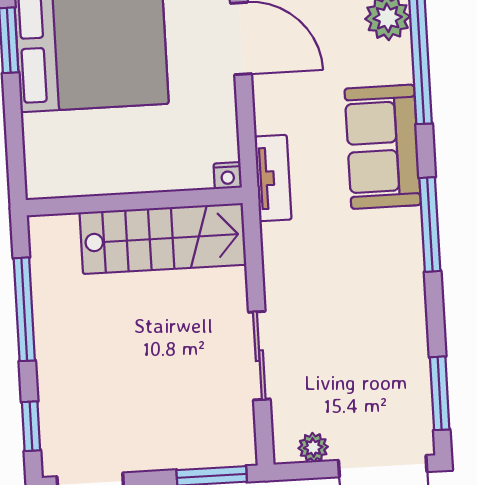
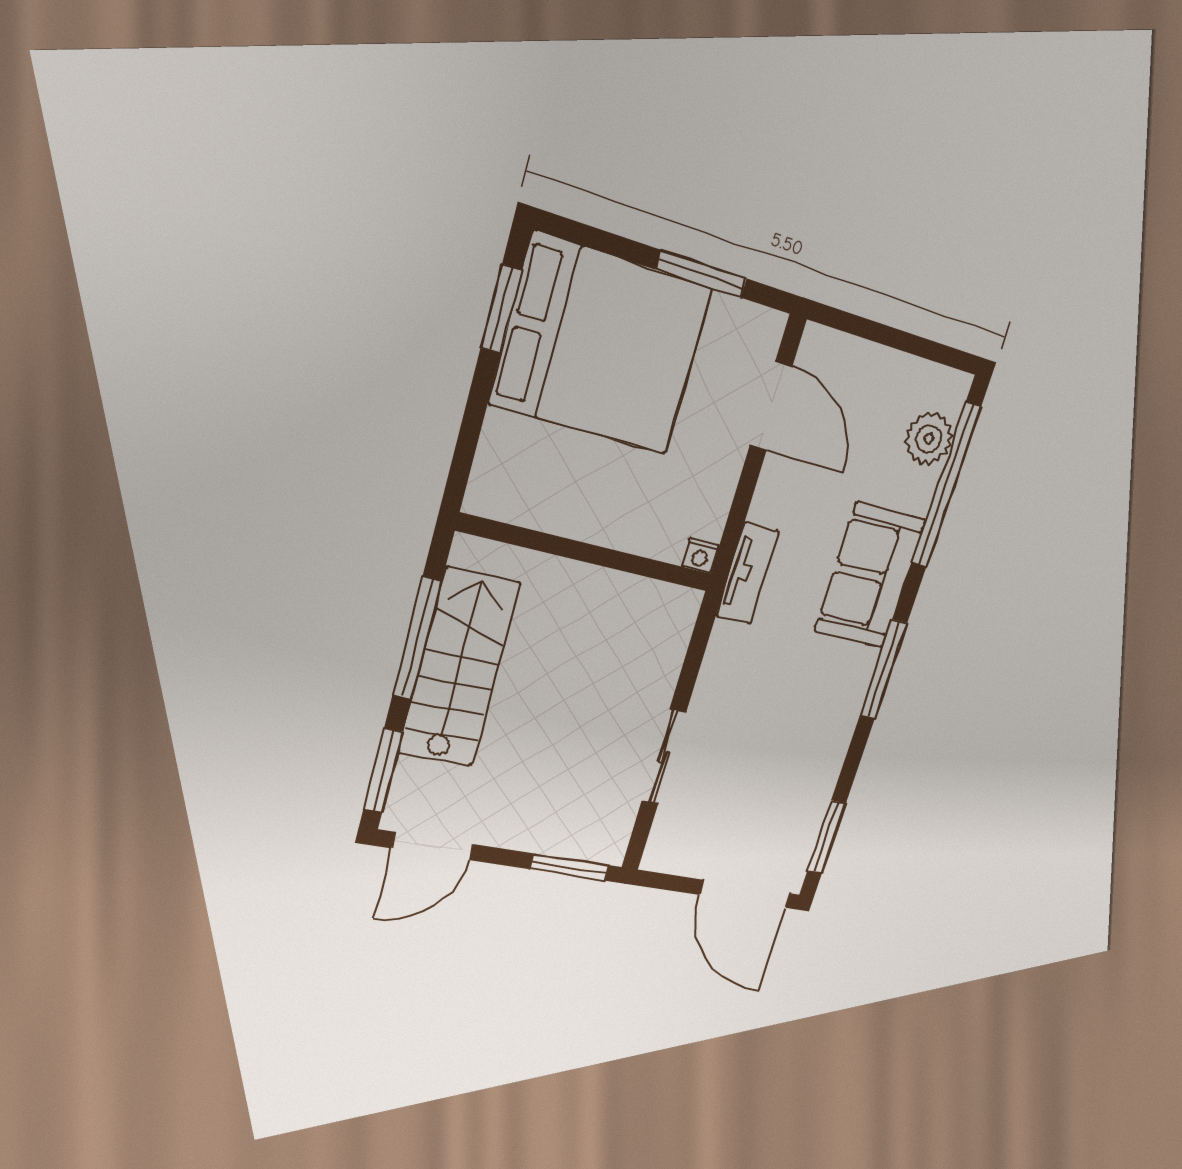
stairs: (163, 239) -> (459, 668), moved, turned -90
window: (31, 426) -> (383, 771), width x1.50
plant: (313, 447) -> (684, 861), removed

